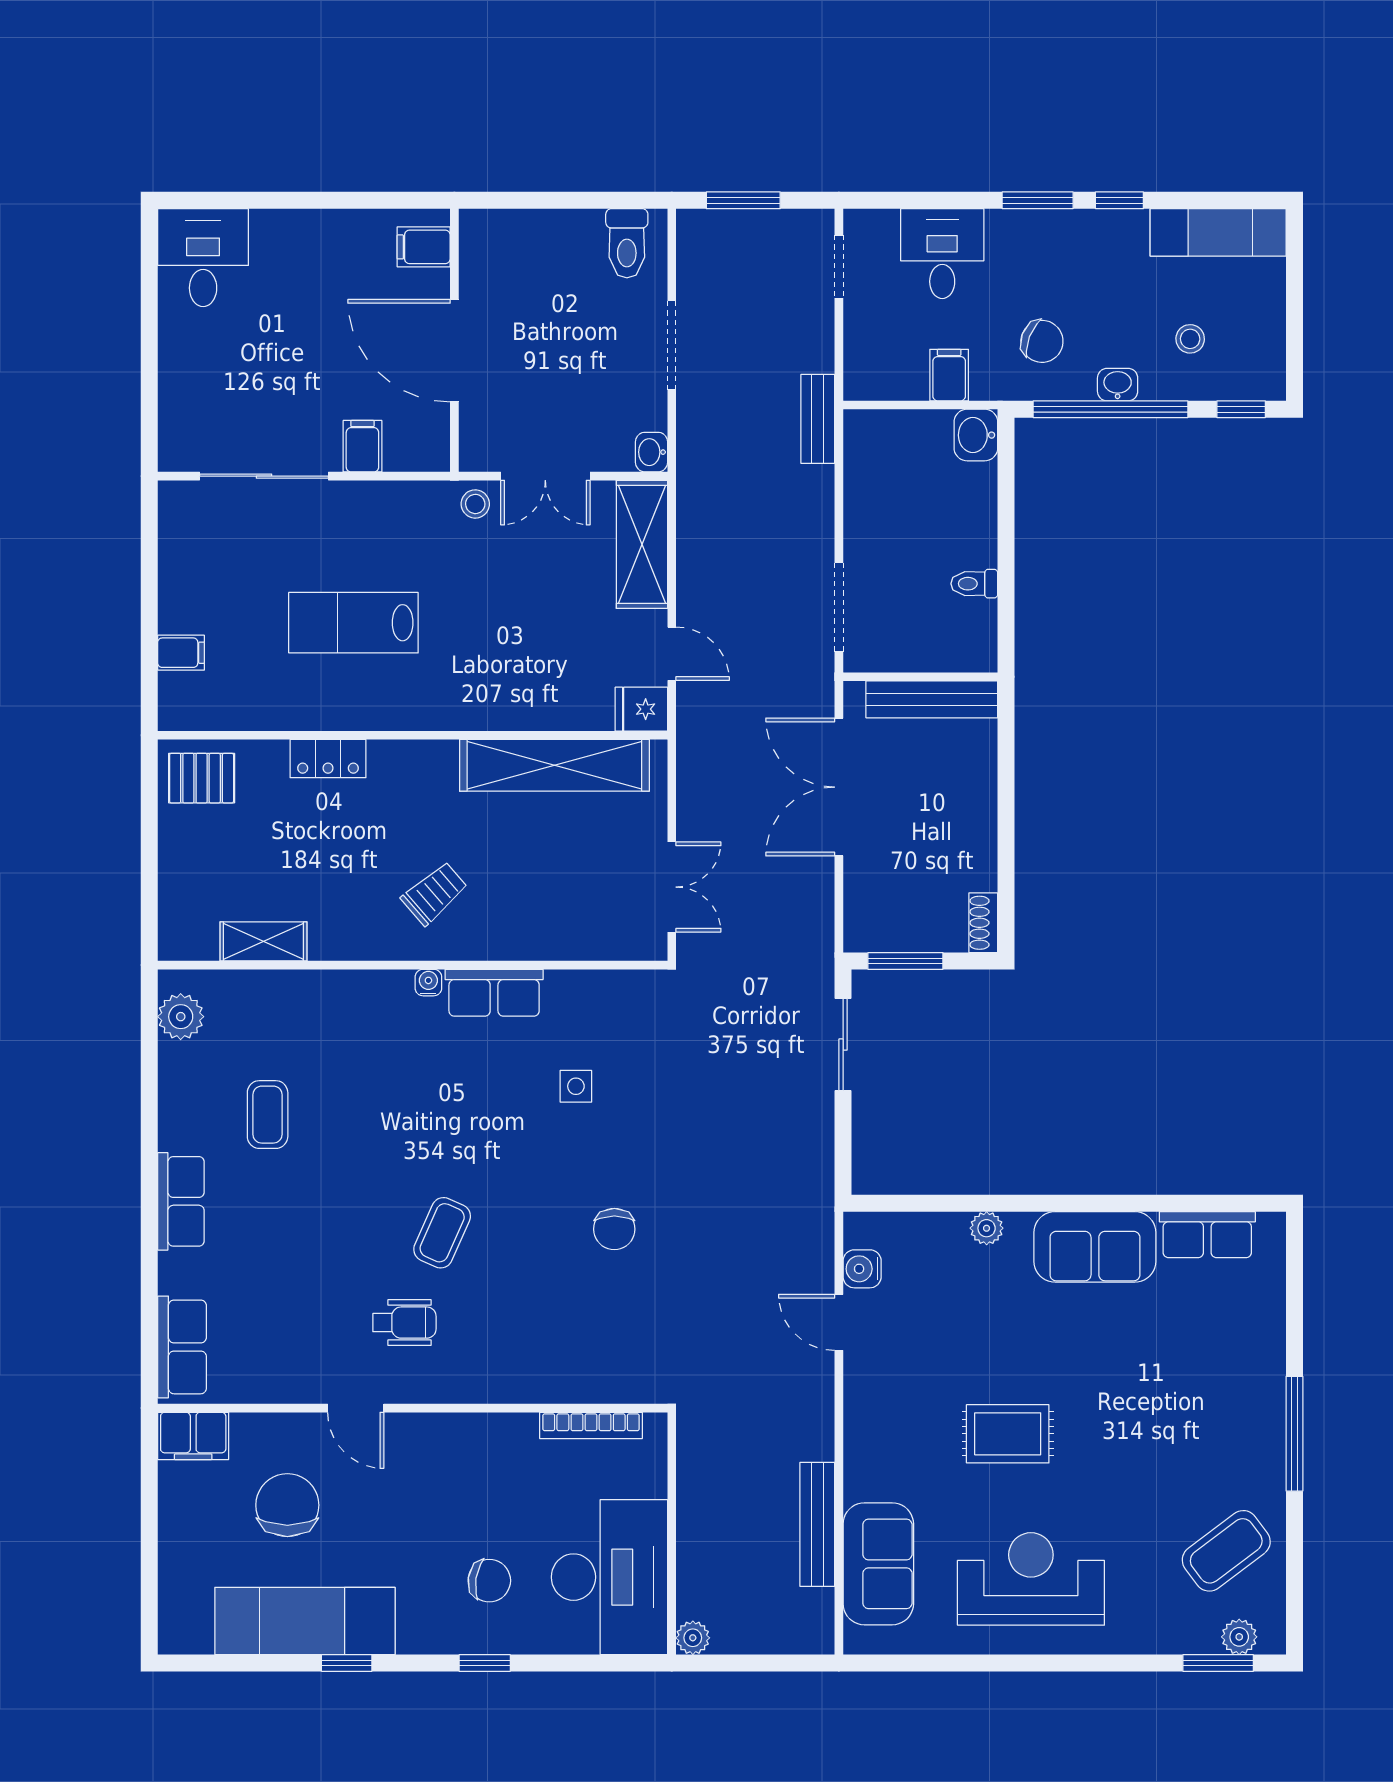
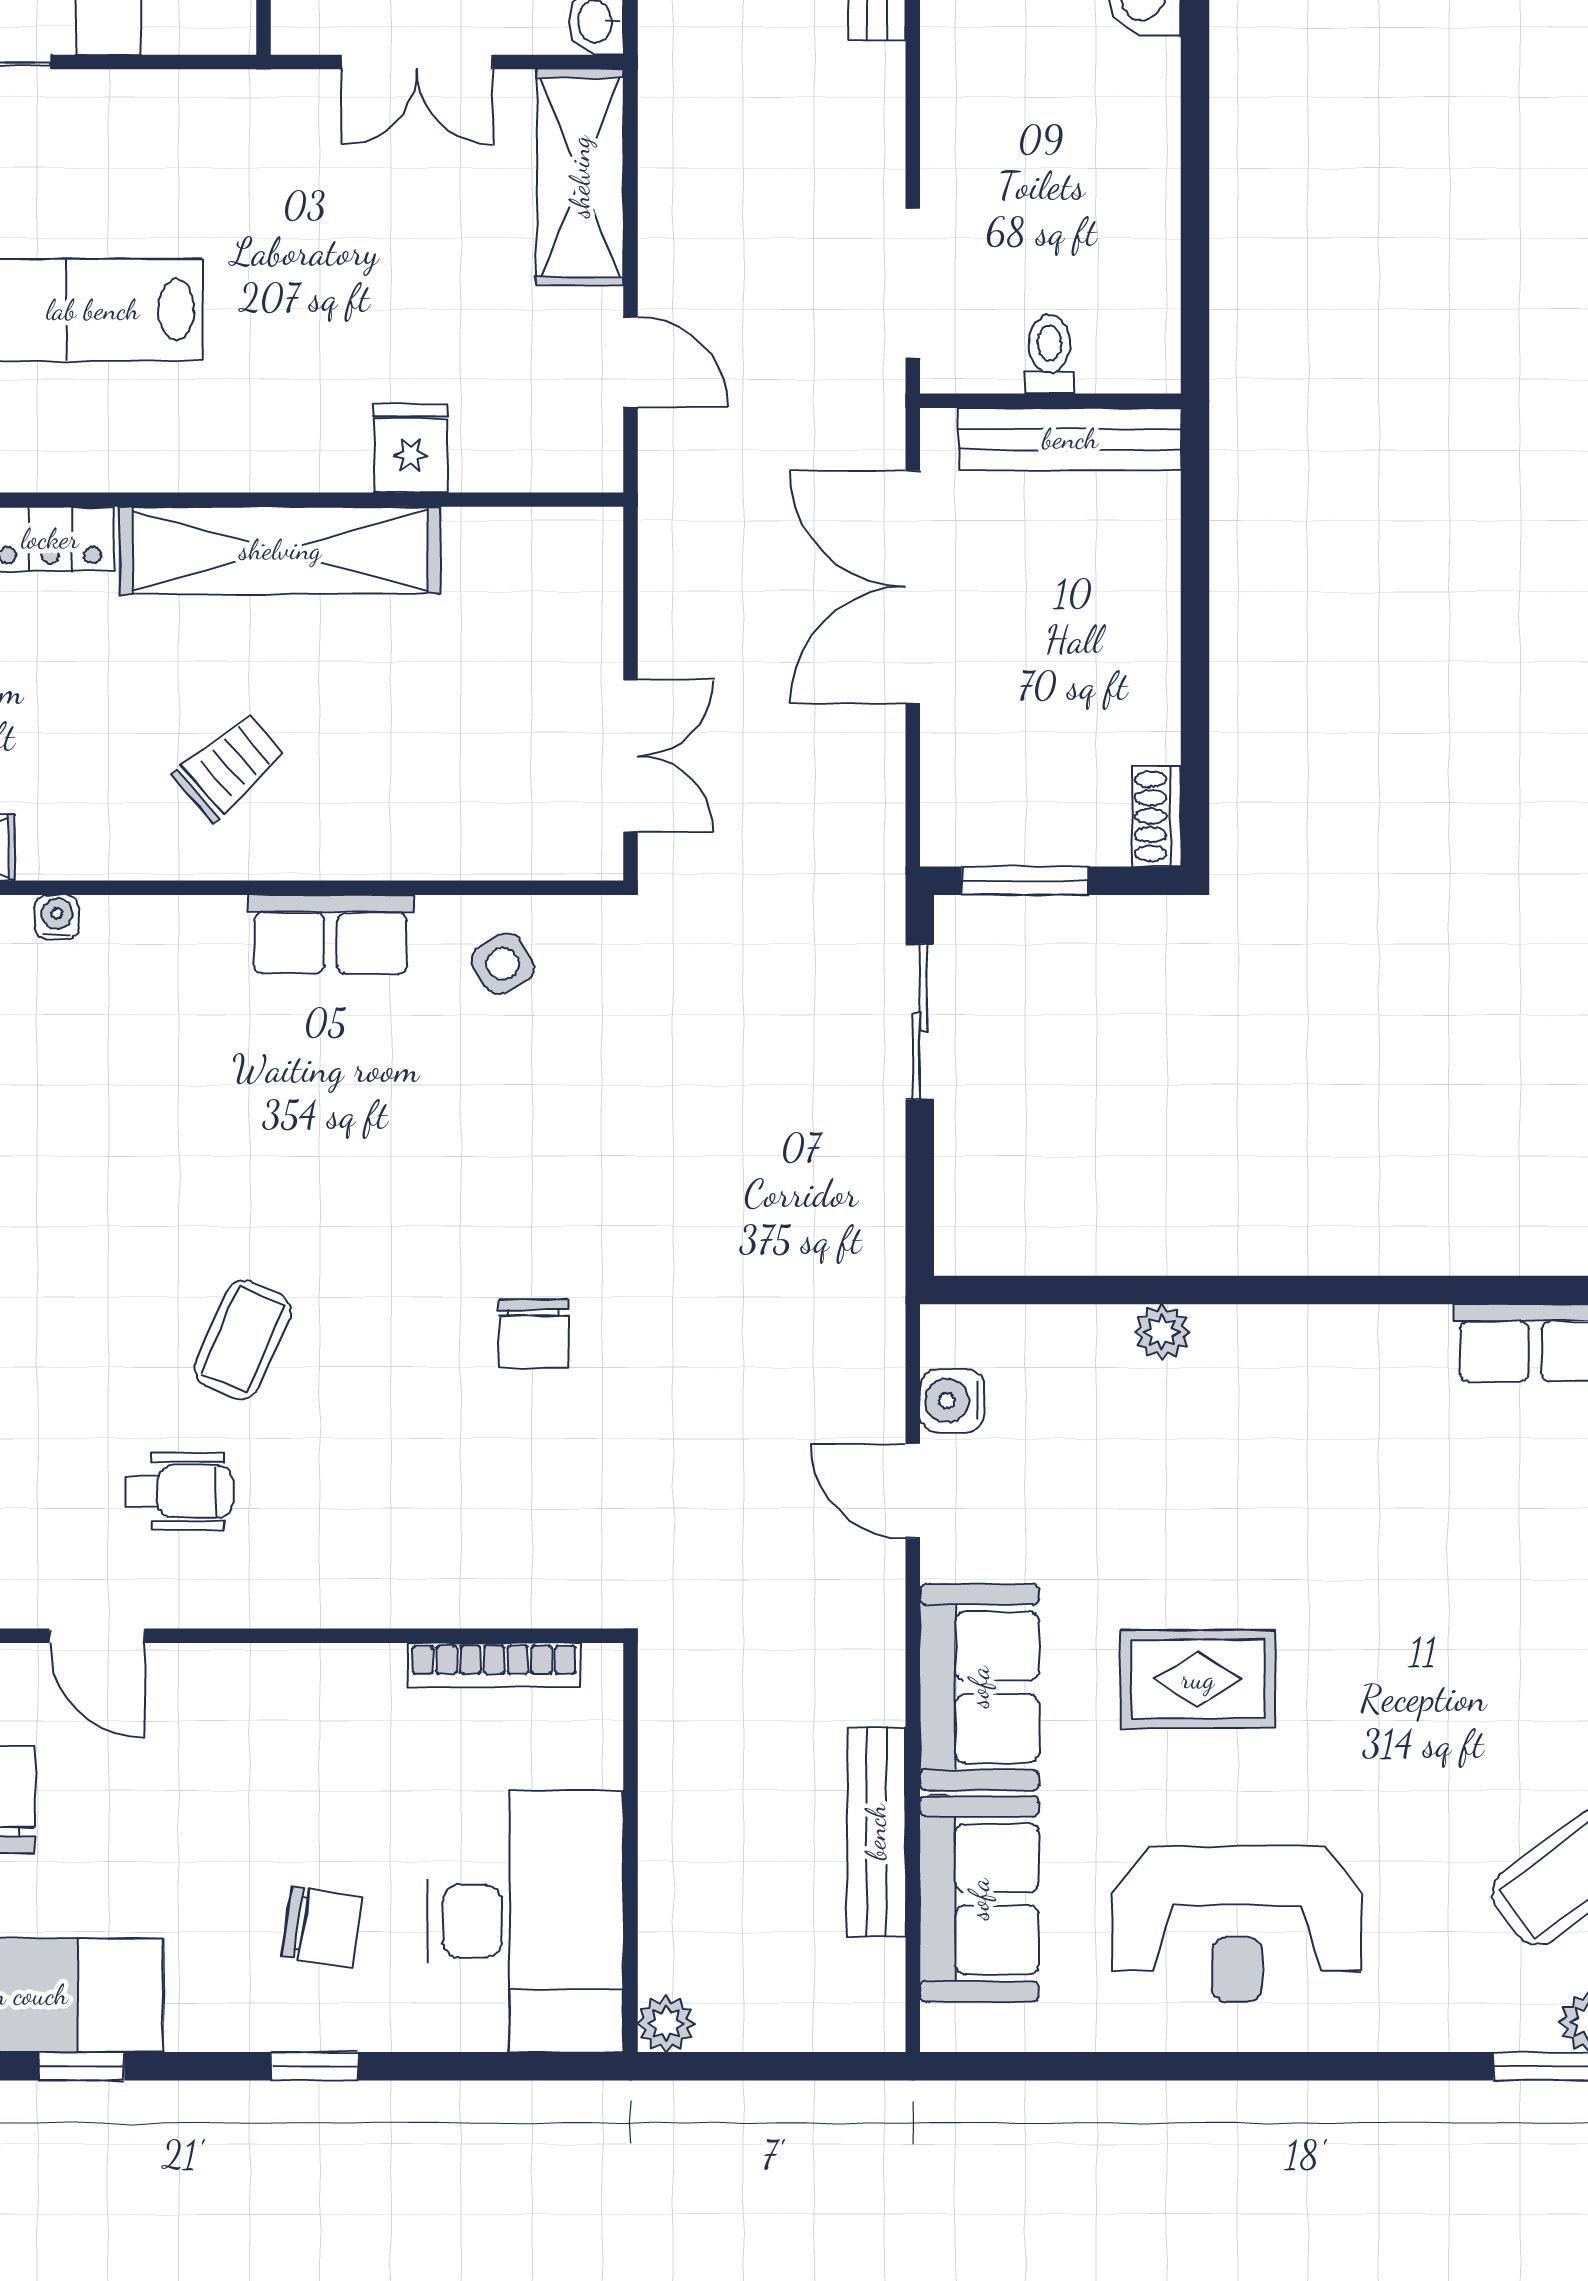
stool: (475, 504) -> (299, 109), removed
toilet: (974, 584) -> (1049, 354), moved, turned 90
fridge: (641, 709) -> (411, 448), moved, turned 90
shelving: (554, 765) -> (280, 550), moved
water cooler: (428, 983) -> (57, 917), moved
side table: (576, 1086) -> (503, 964), moved, turned -30
sofa: (1095, 1247) -> (979, 1687), moved, turned -90
reception desk: (1031, 1579) -> (1237, 1924), turned 180

